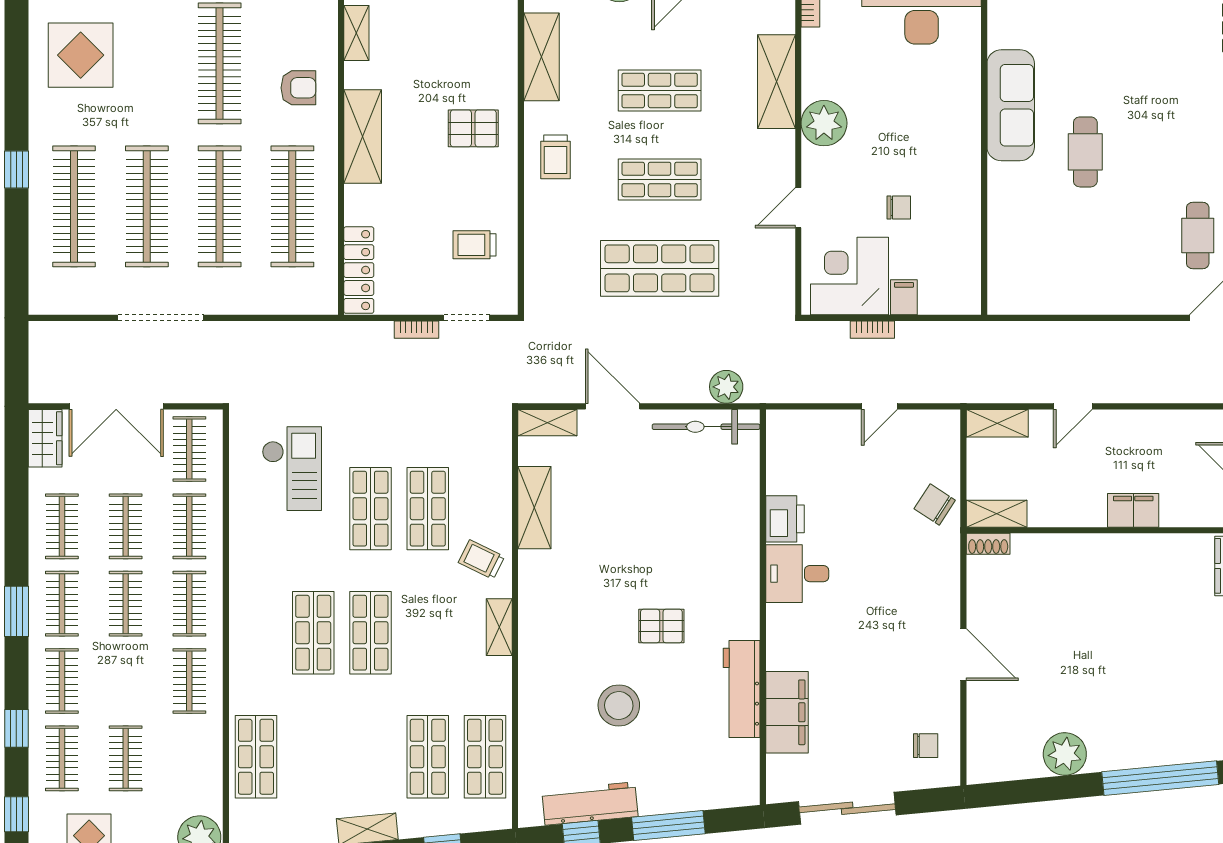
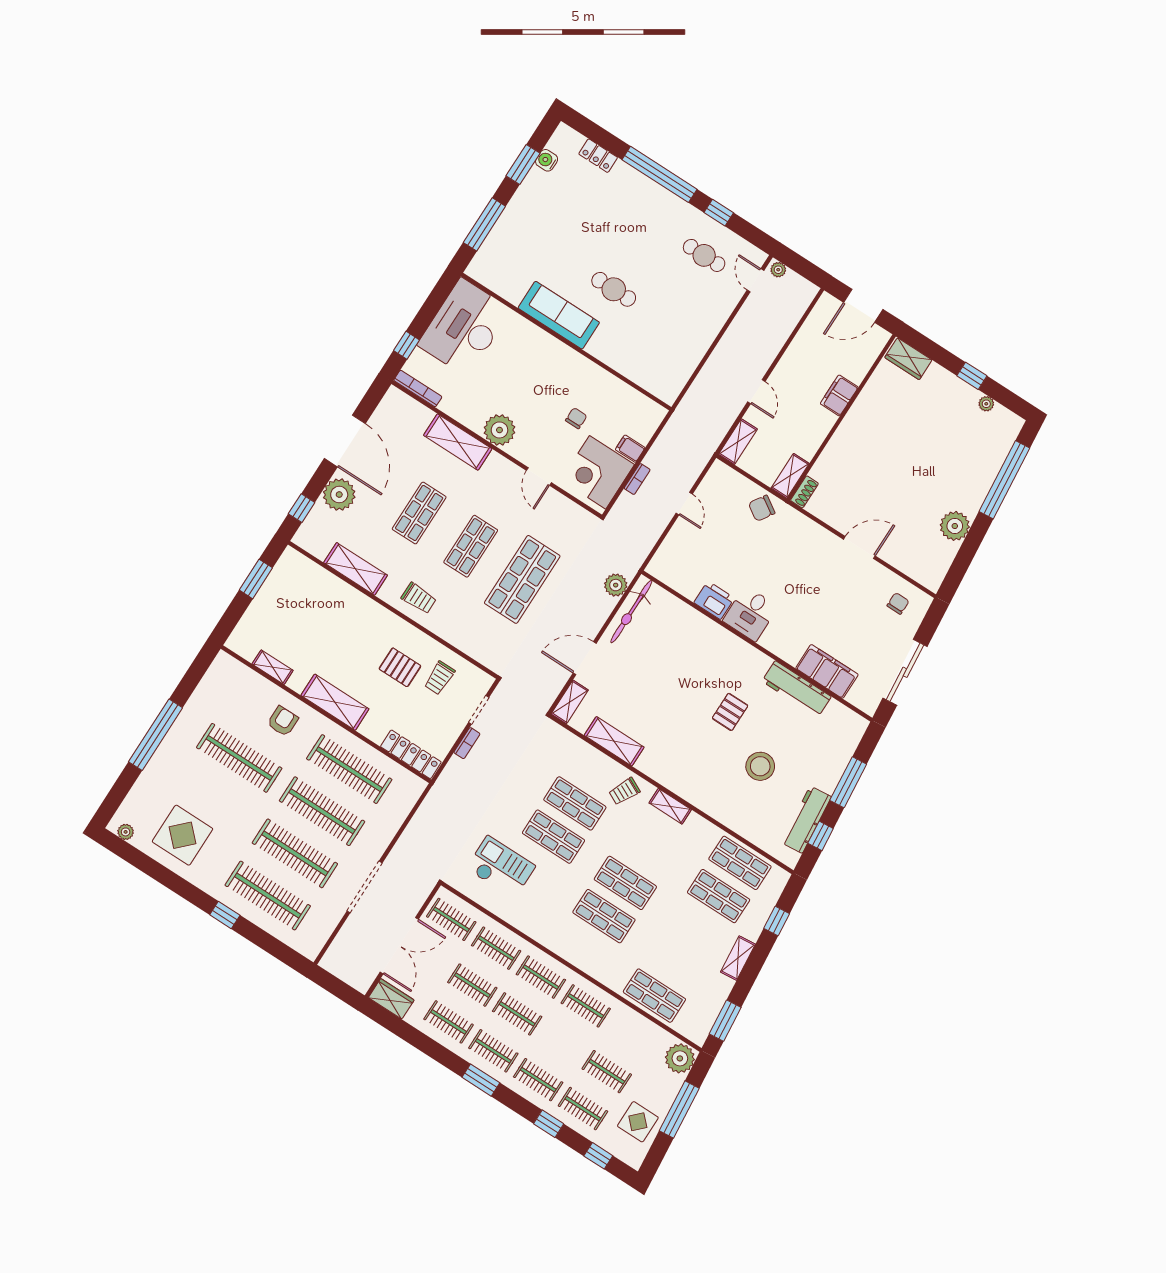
pallet: (473, 128) -> (400, 667), moved, turned 90

